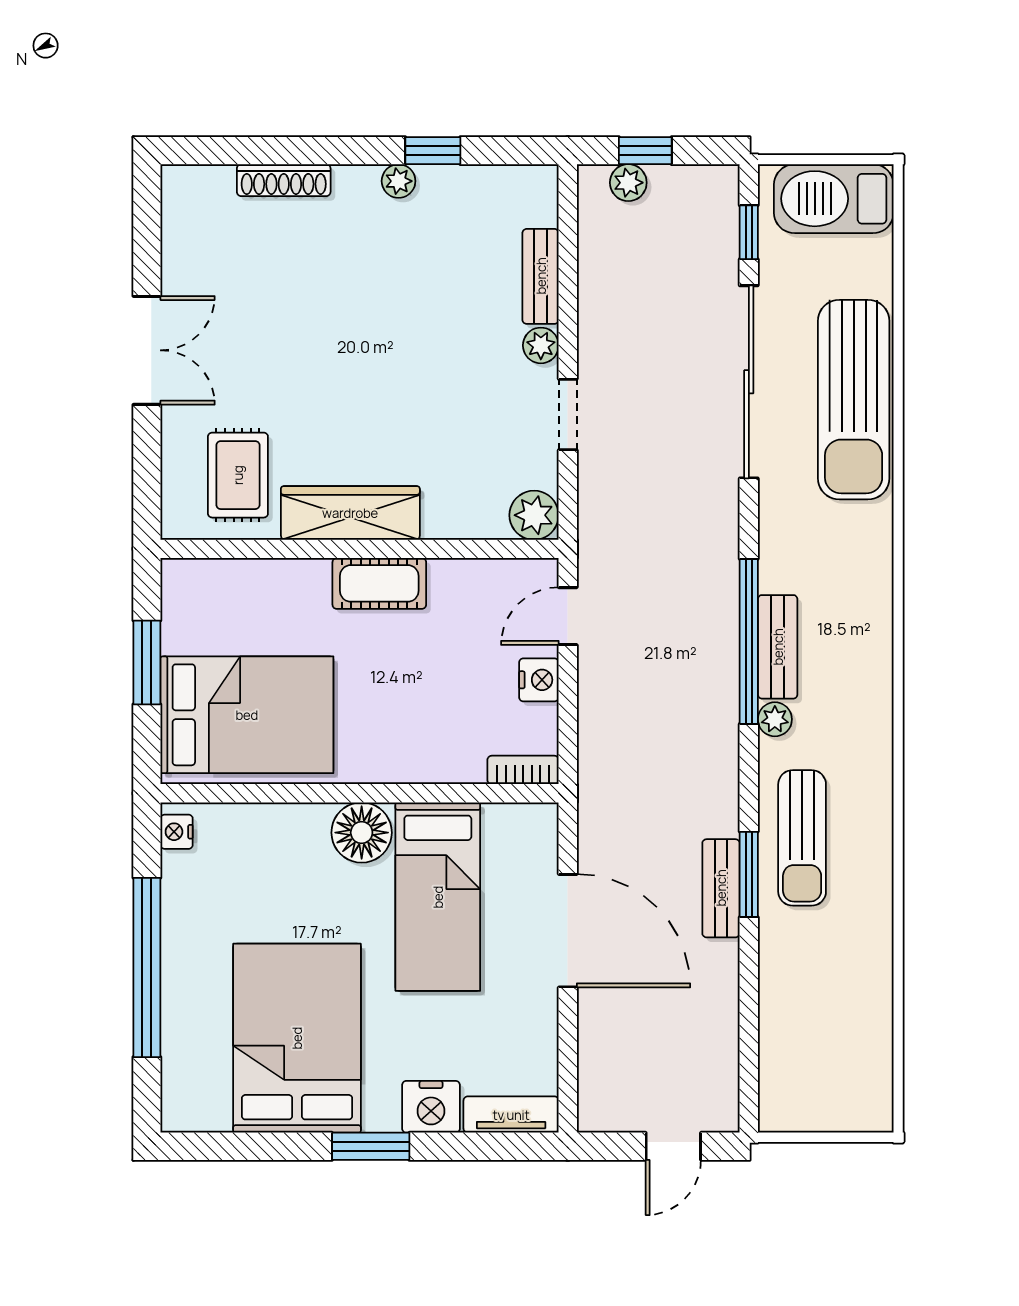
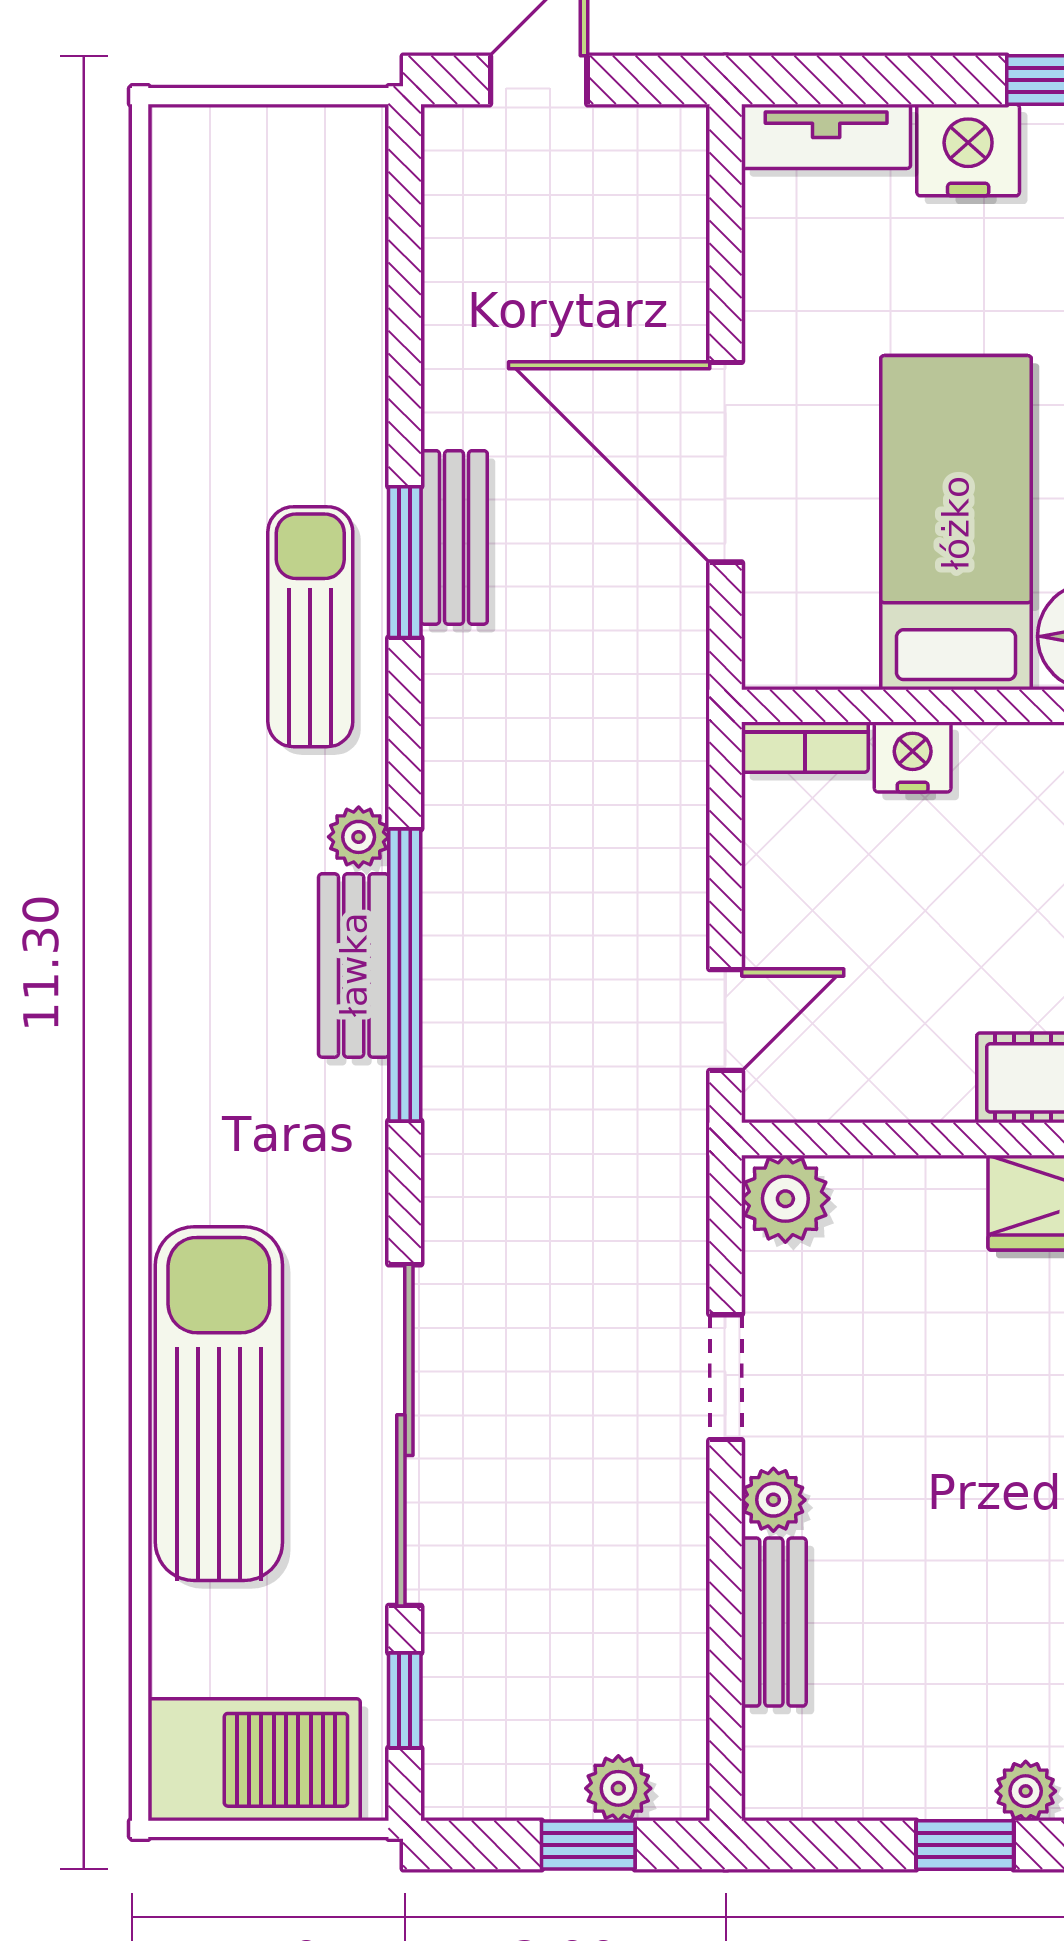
nightstand: (539, 680) -> (913, 757), moved, turned 90

